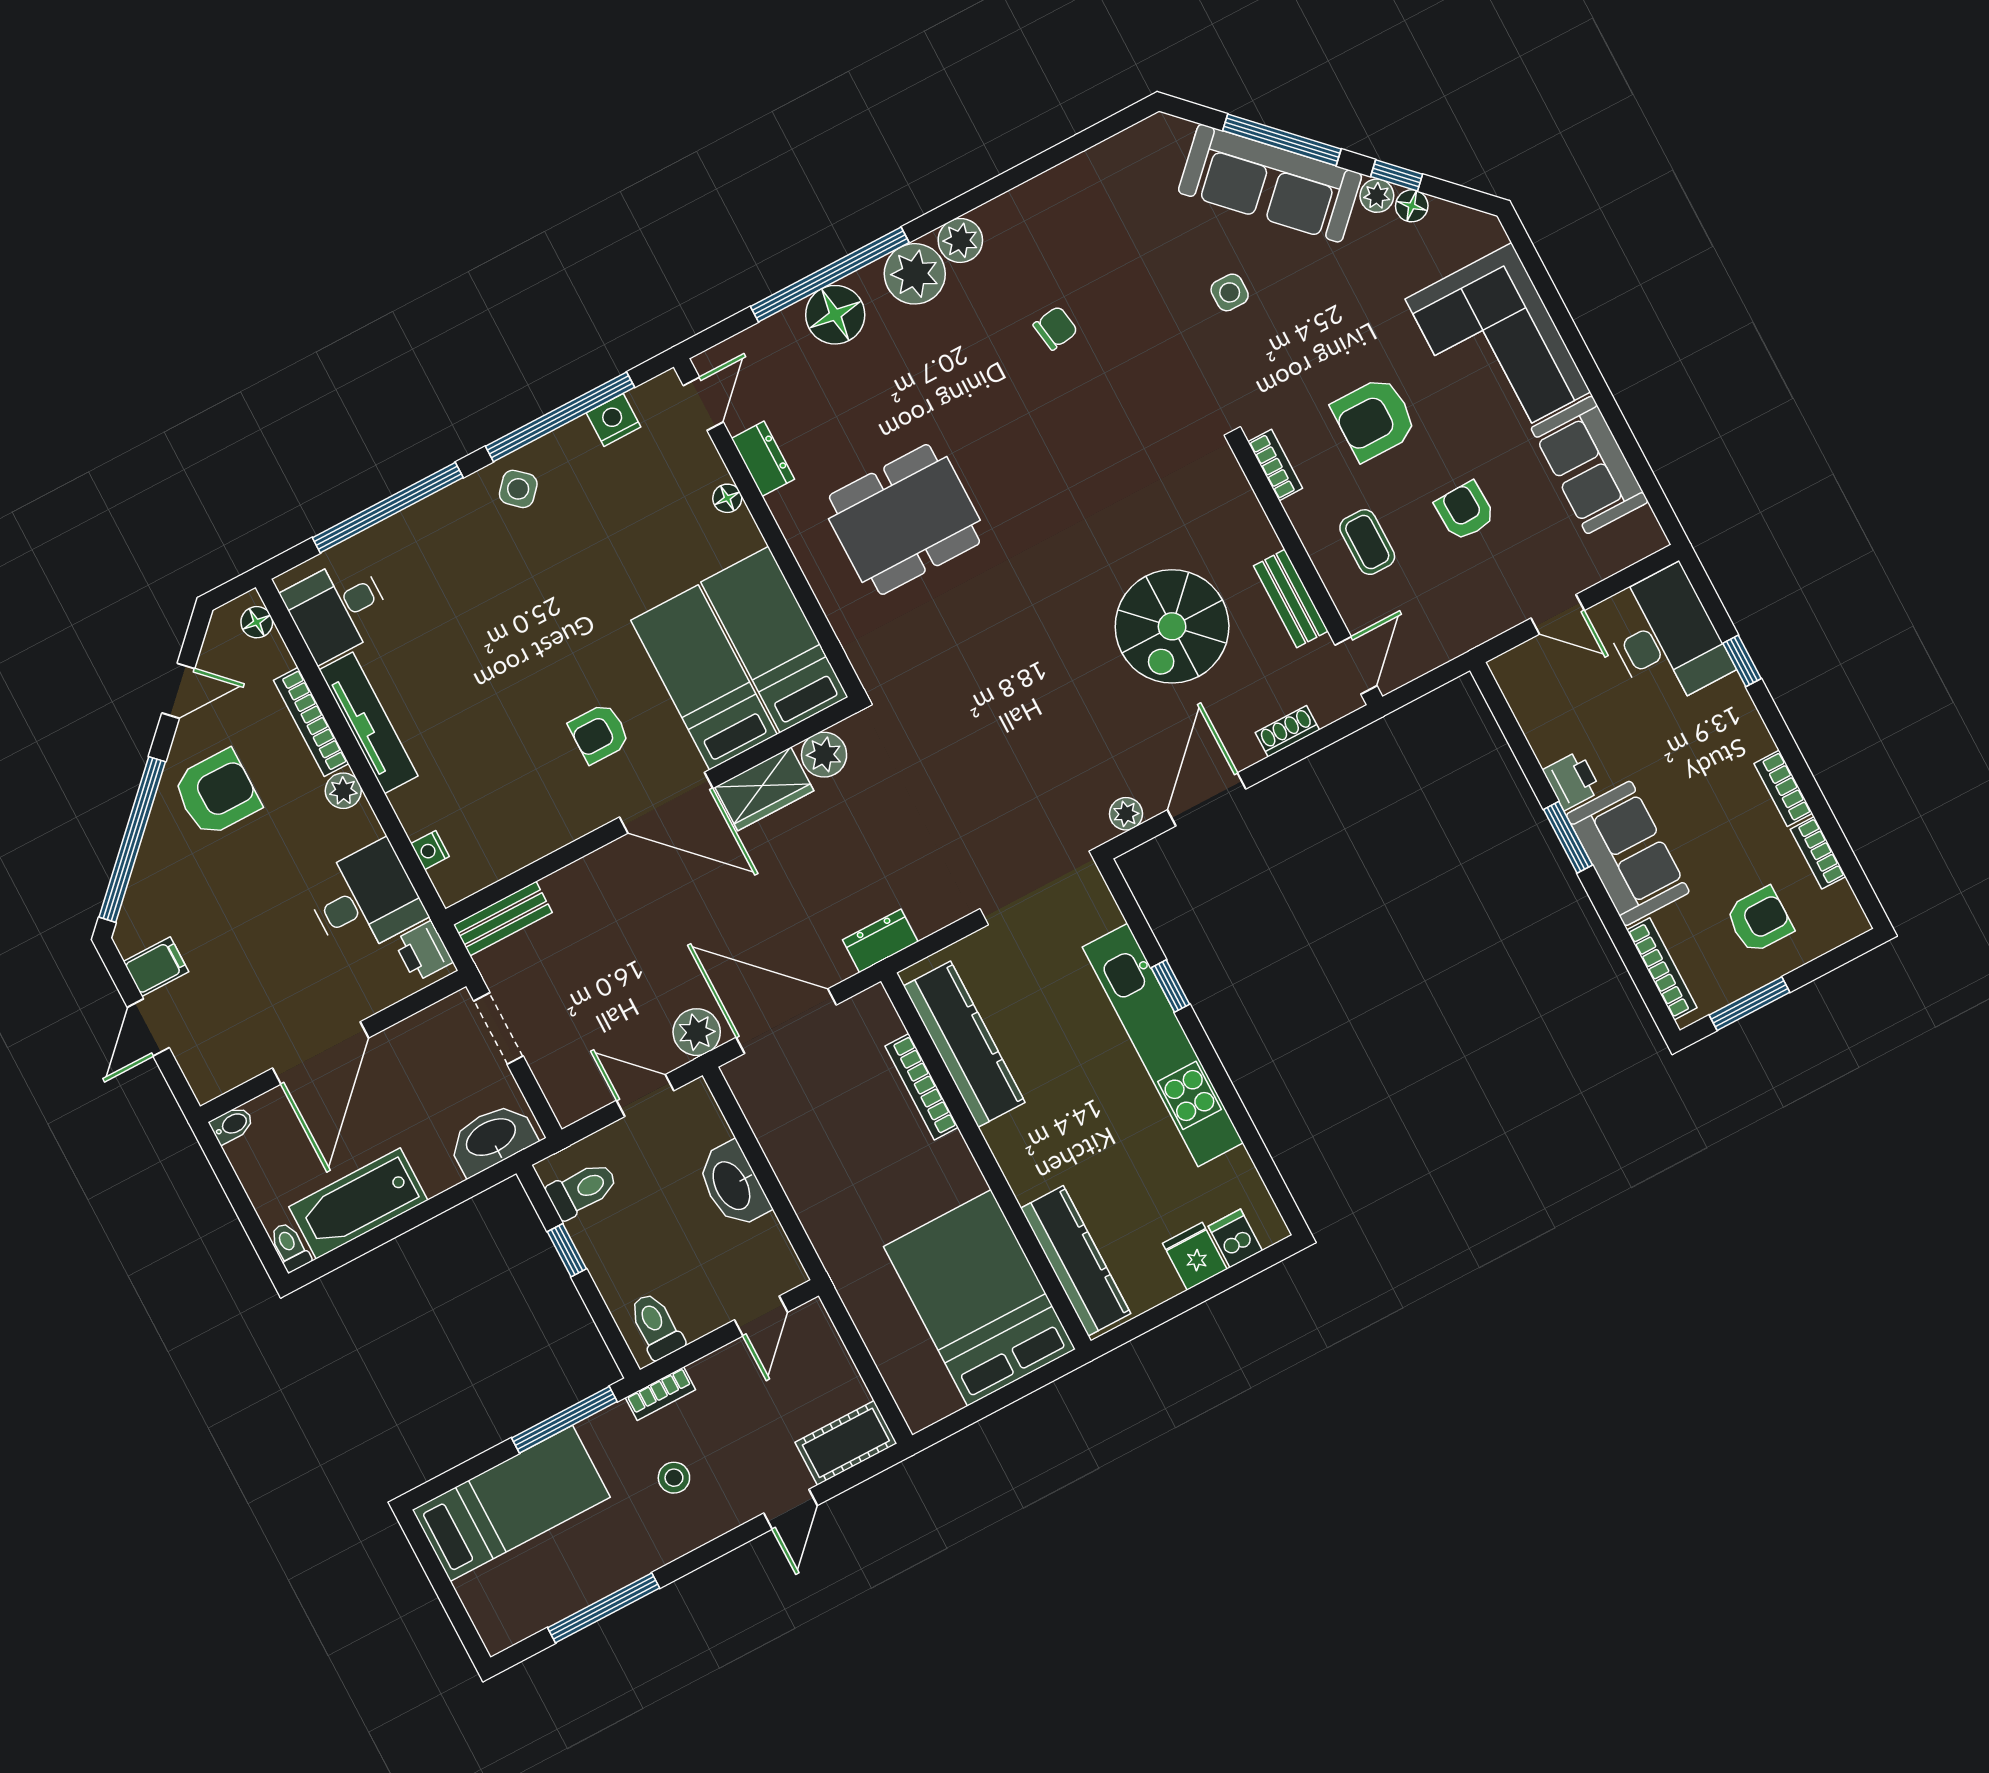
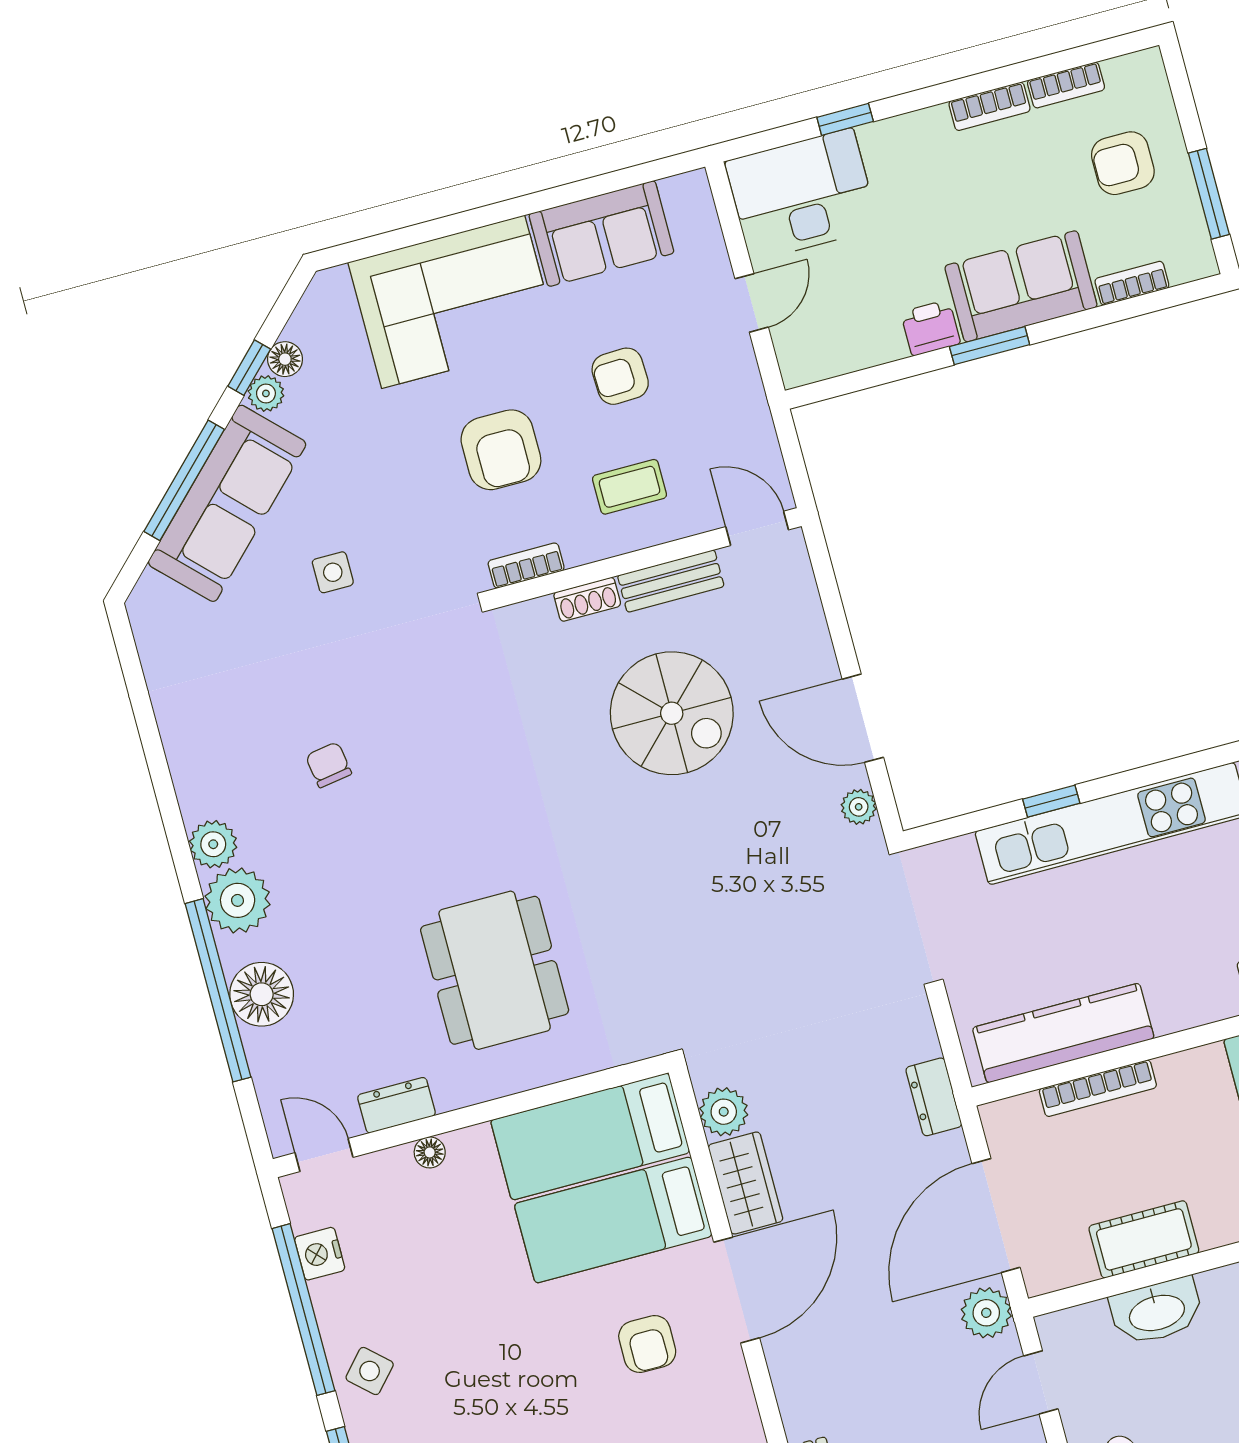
shoe rack: (1287, 731) -> (587, 599), moved, turned -90
armchair: (1759, 920) -> (1123, 163), turned -90
bookcase: (1662, 969) -> (1132, 283), width x0.64
cot: (795, 1159) -> (1144, 1239), added

